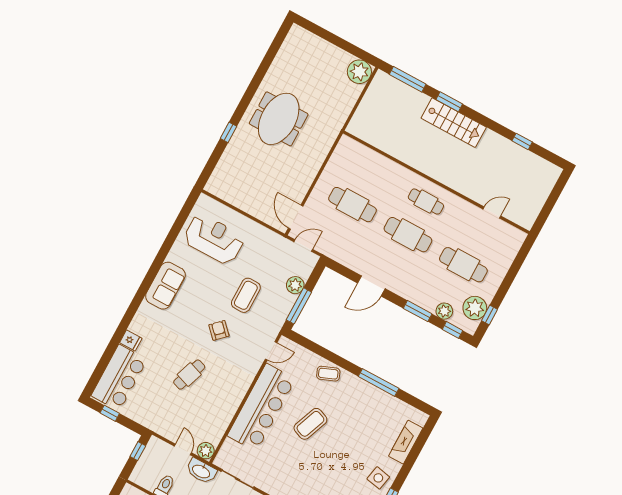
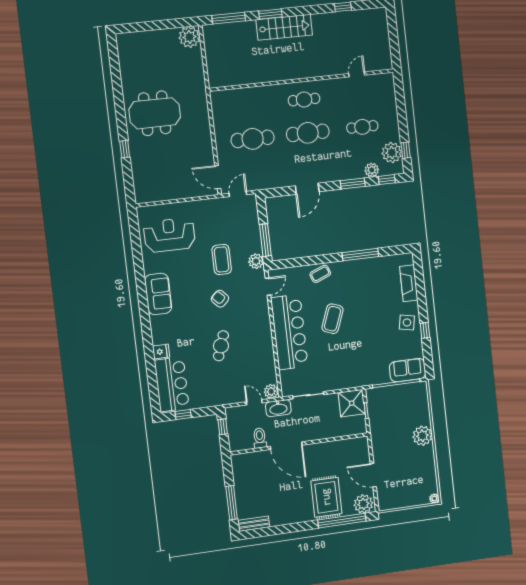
meeting table: (279, 119) -> (155, 113), turned 90
cafe table: (463, 265) -> (362, 127), width x0.73, depth x0.74
plant: (295, 285) -> (256, 261), moved

